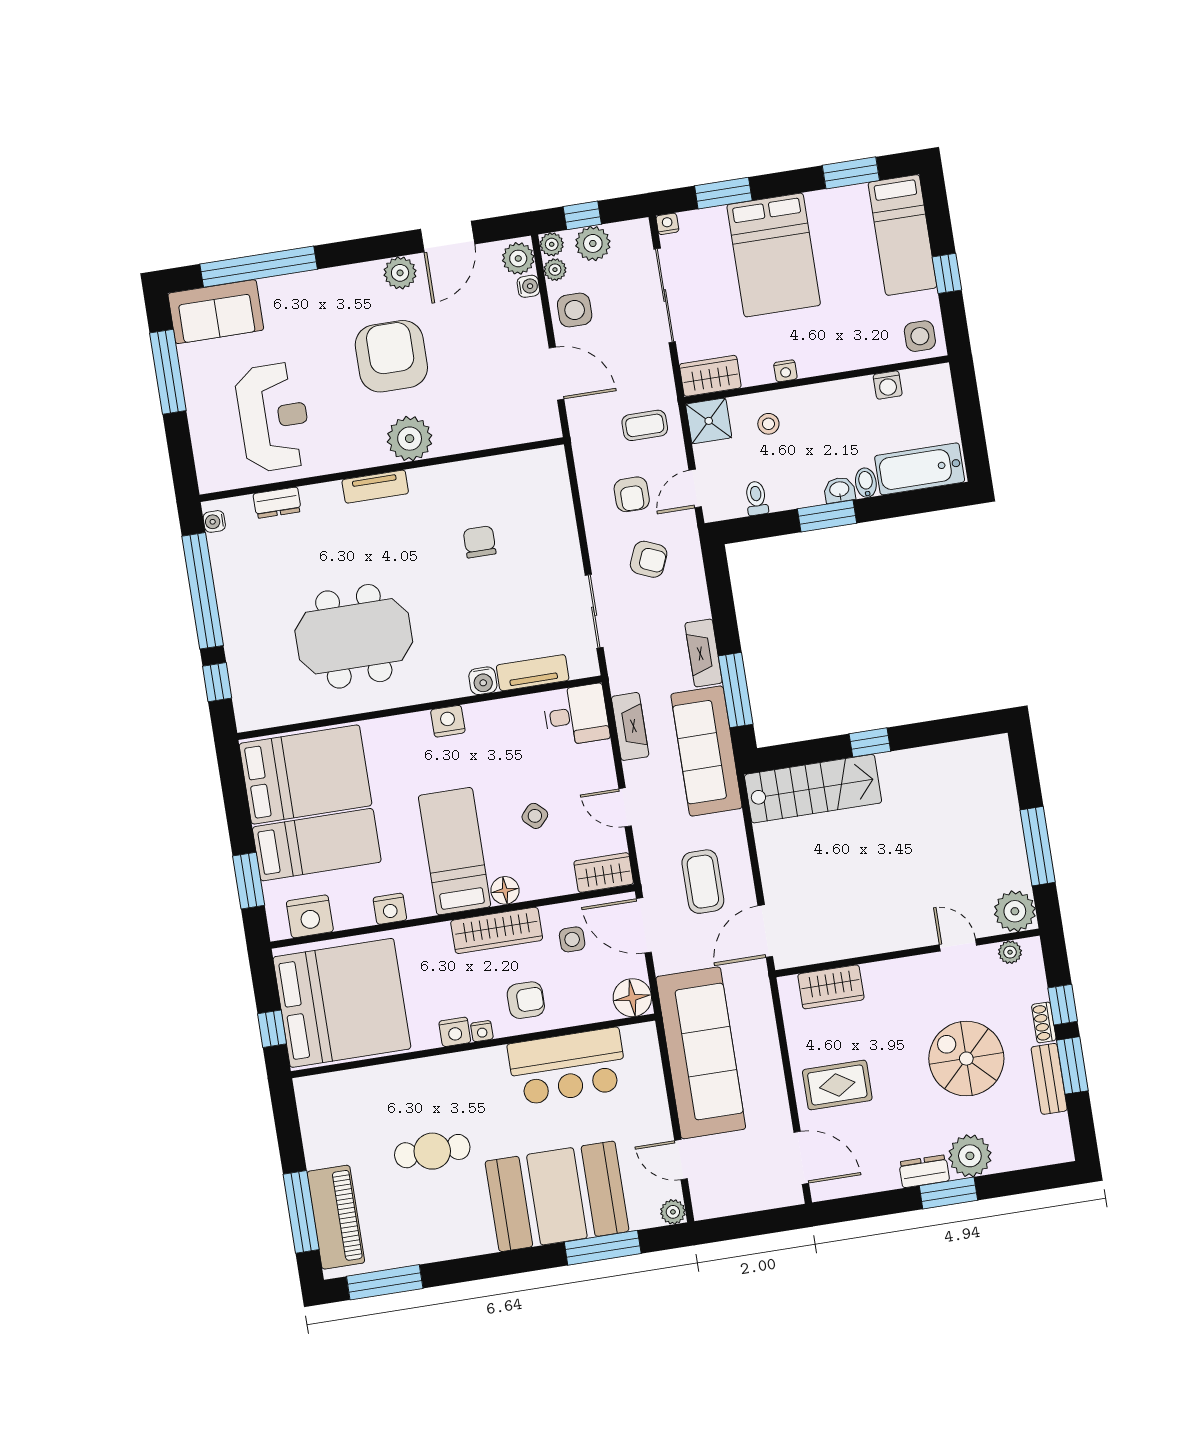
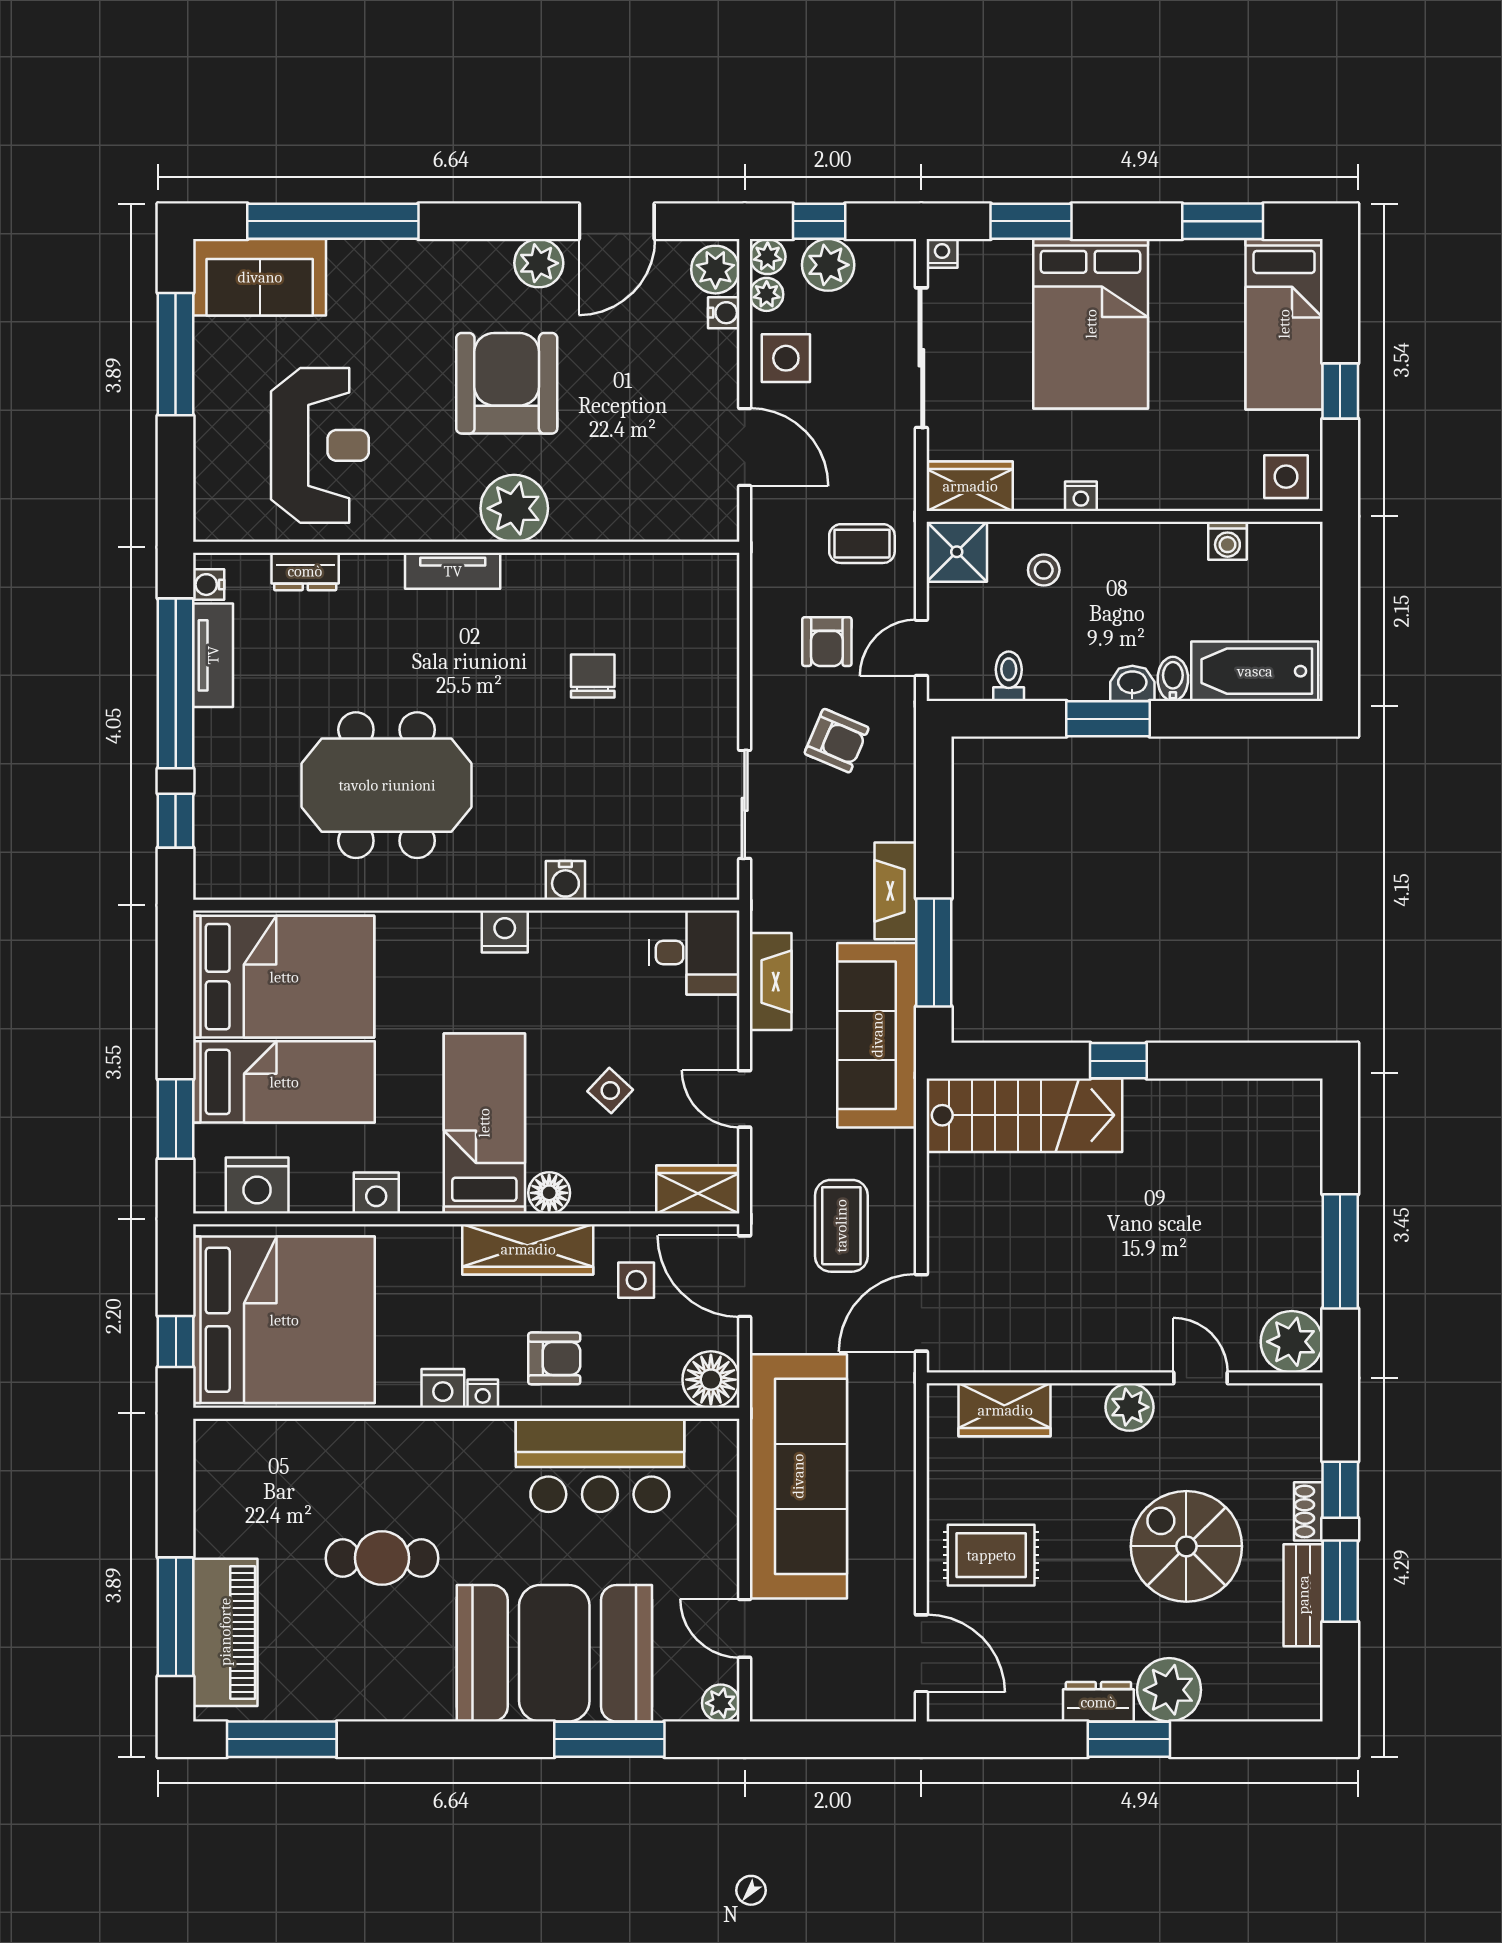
tv unit: (533, 673) -> (213, 655), moved, turned 90
plant: (1010, 952) -> (1130, 1407), moved, width x1.38, depth x1.38

